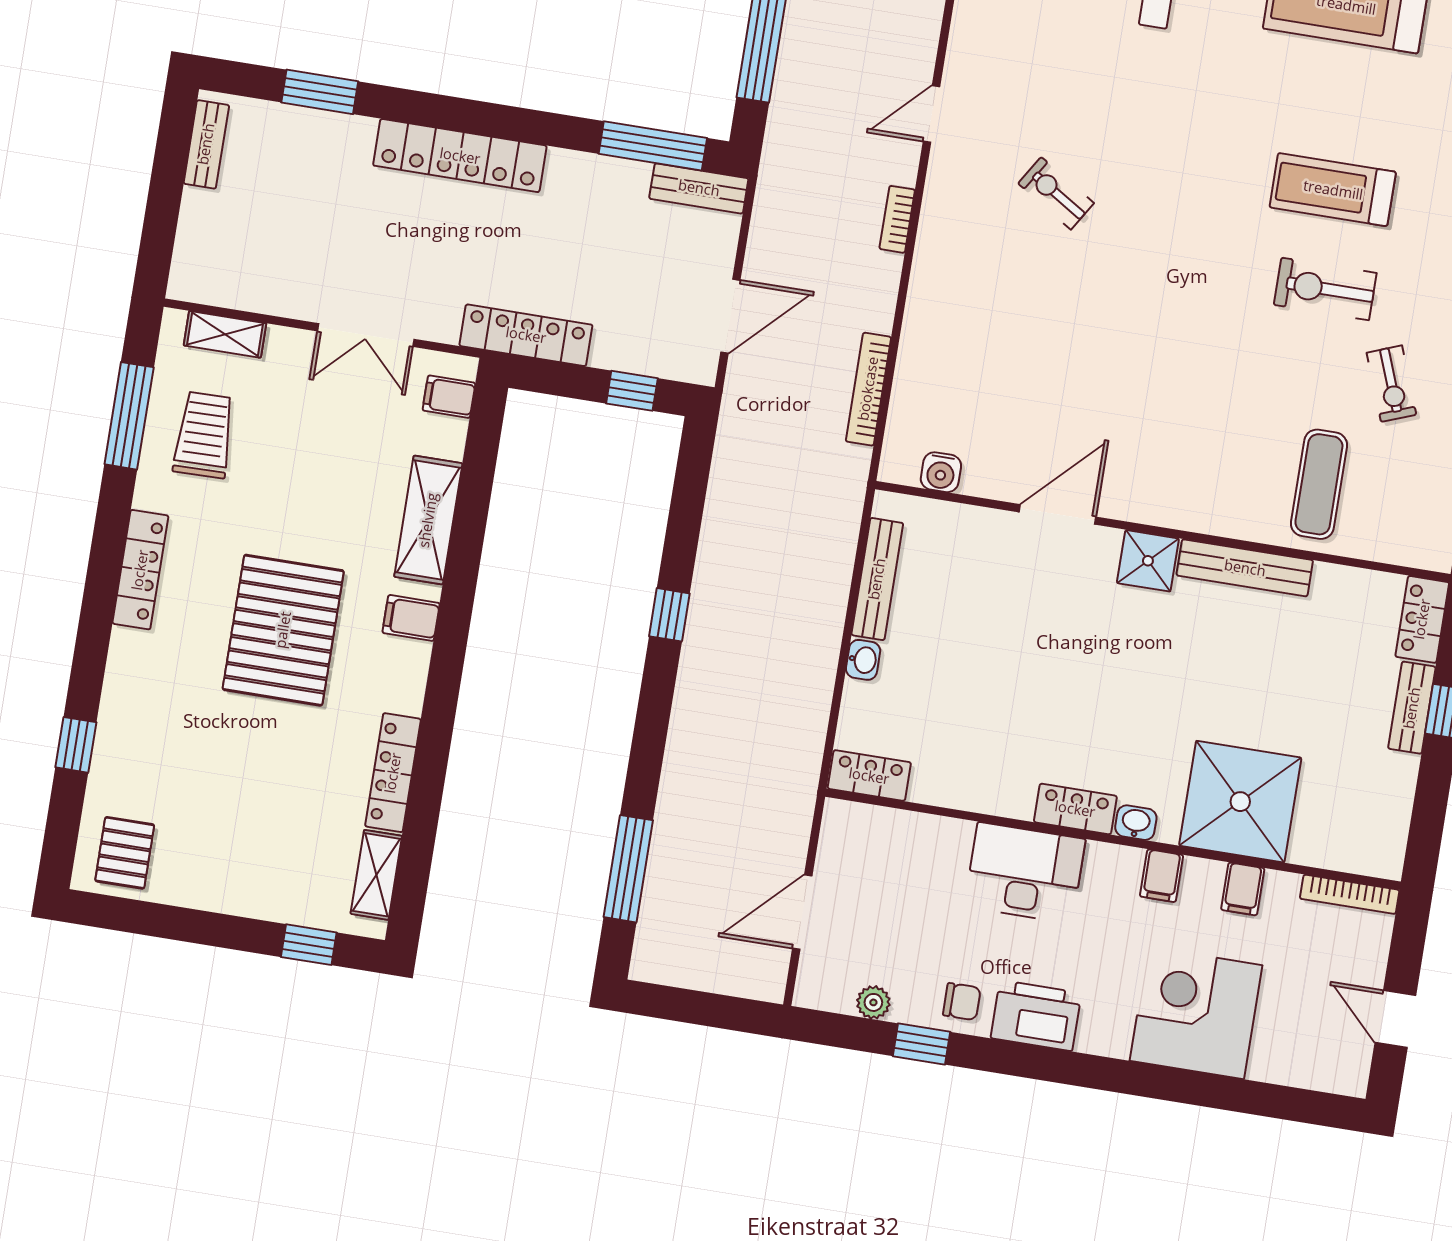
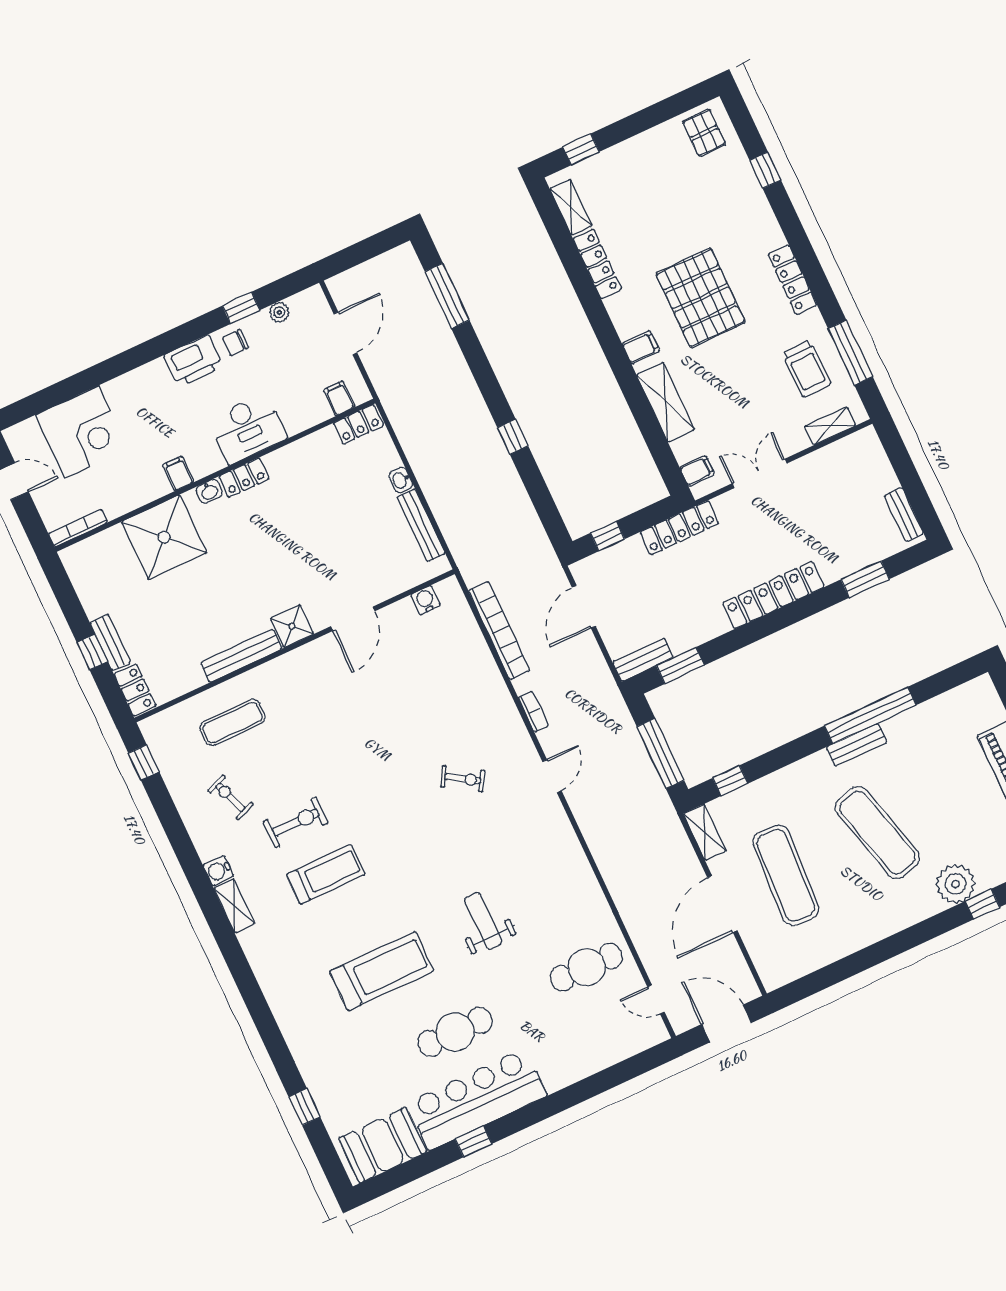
window: (653, 146) -> (680, 665), width x0.69
bookcase: (868, 389) -> (499, 630), width x1.48, depth x1.31
exercise mat: (1319, 484) -> (233, 723), turned 90
filing cabinet: (1243, 889) -> (339, 398), moved
corner desk: (1196, 1013) -> (82, 432), moved

